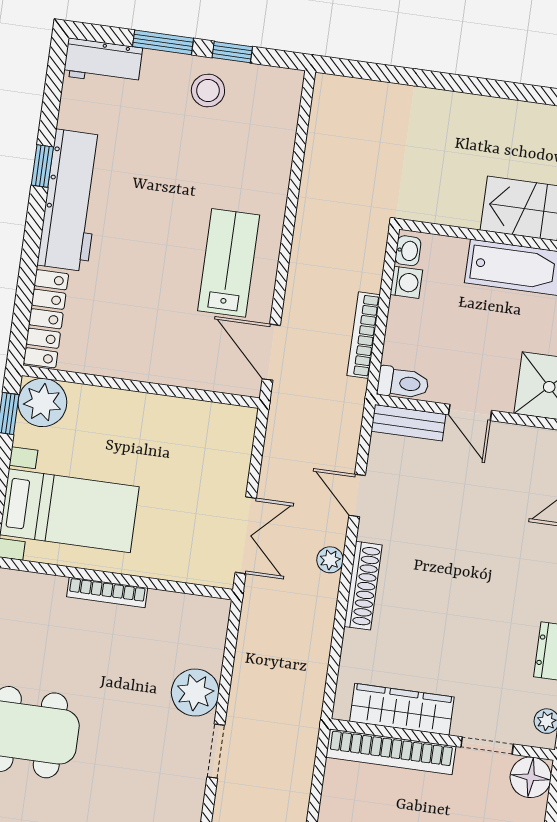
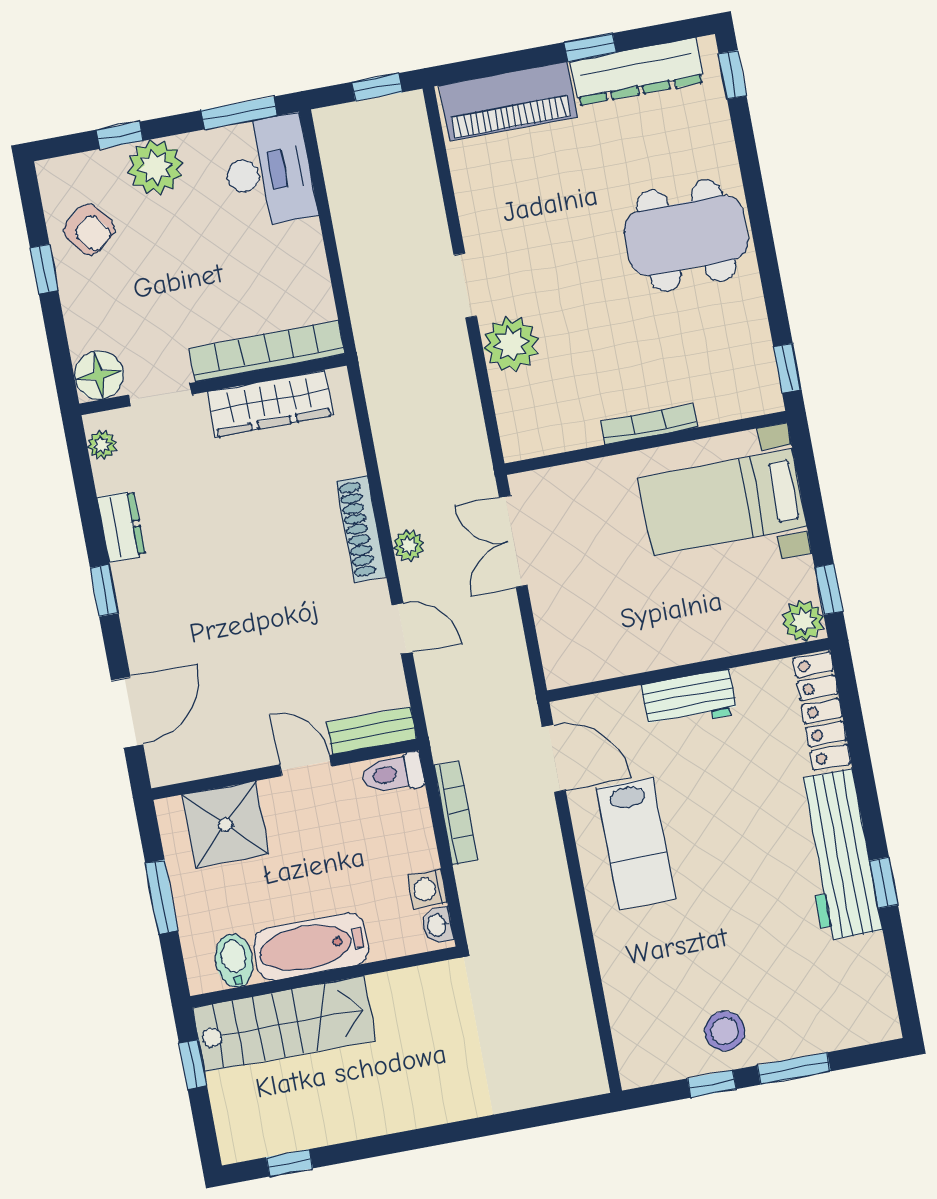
workbench: (103, 62) -> (689, 699), moved, turned 180
plant: (42, 402) -> (803, 621), width x0.73, depth x0.73

